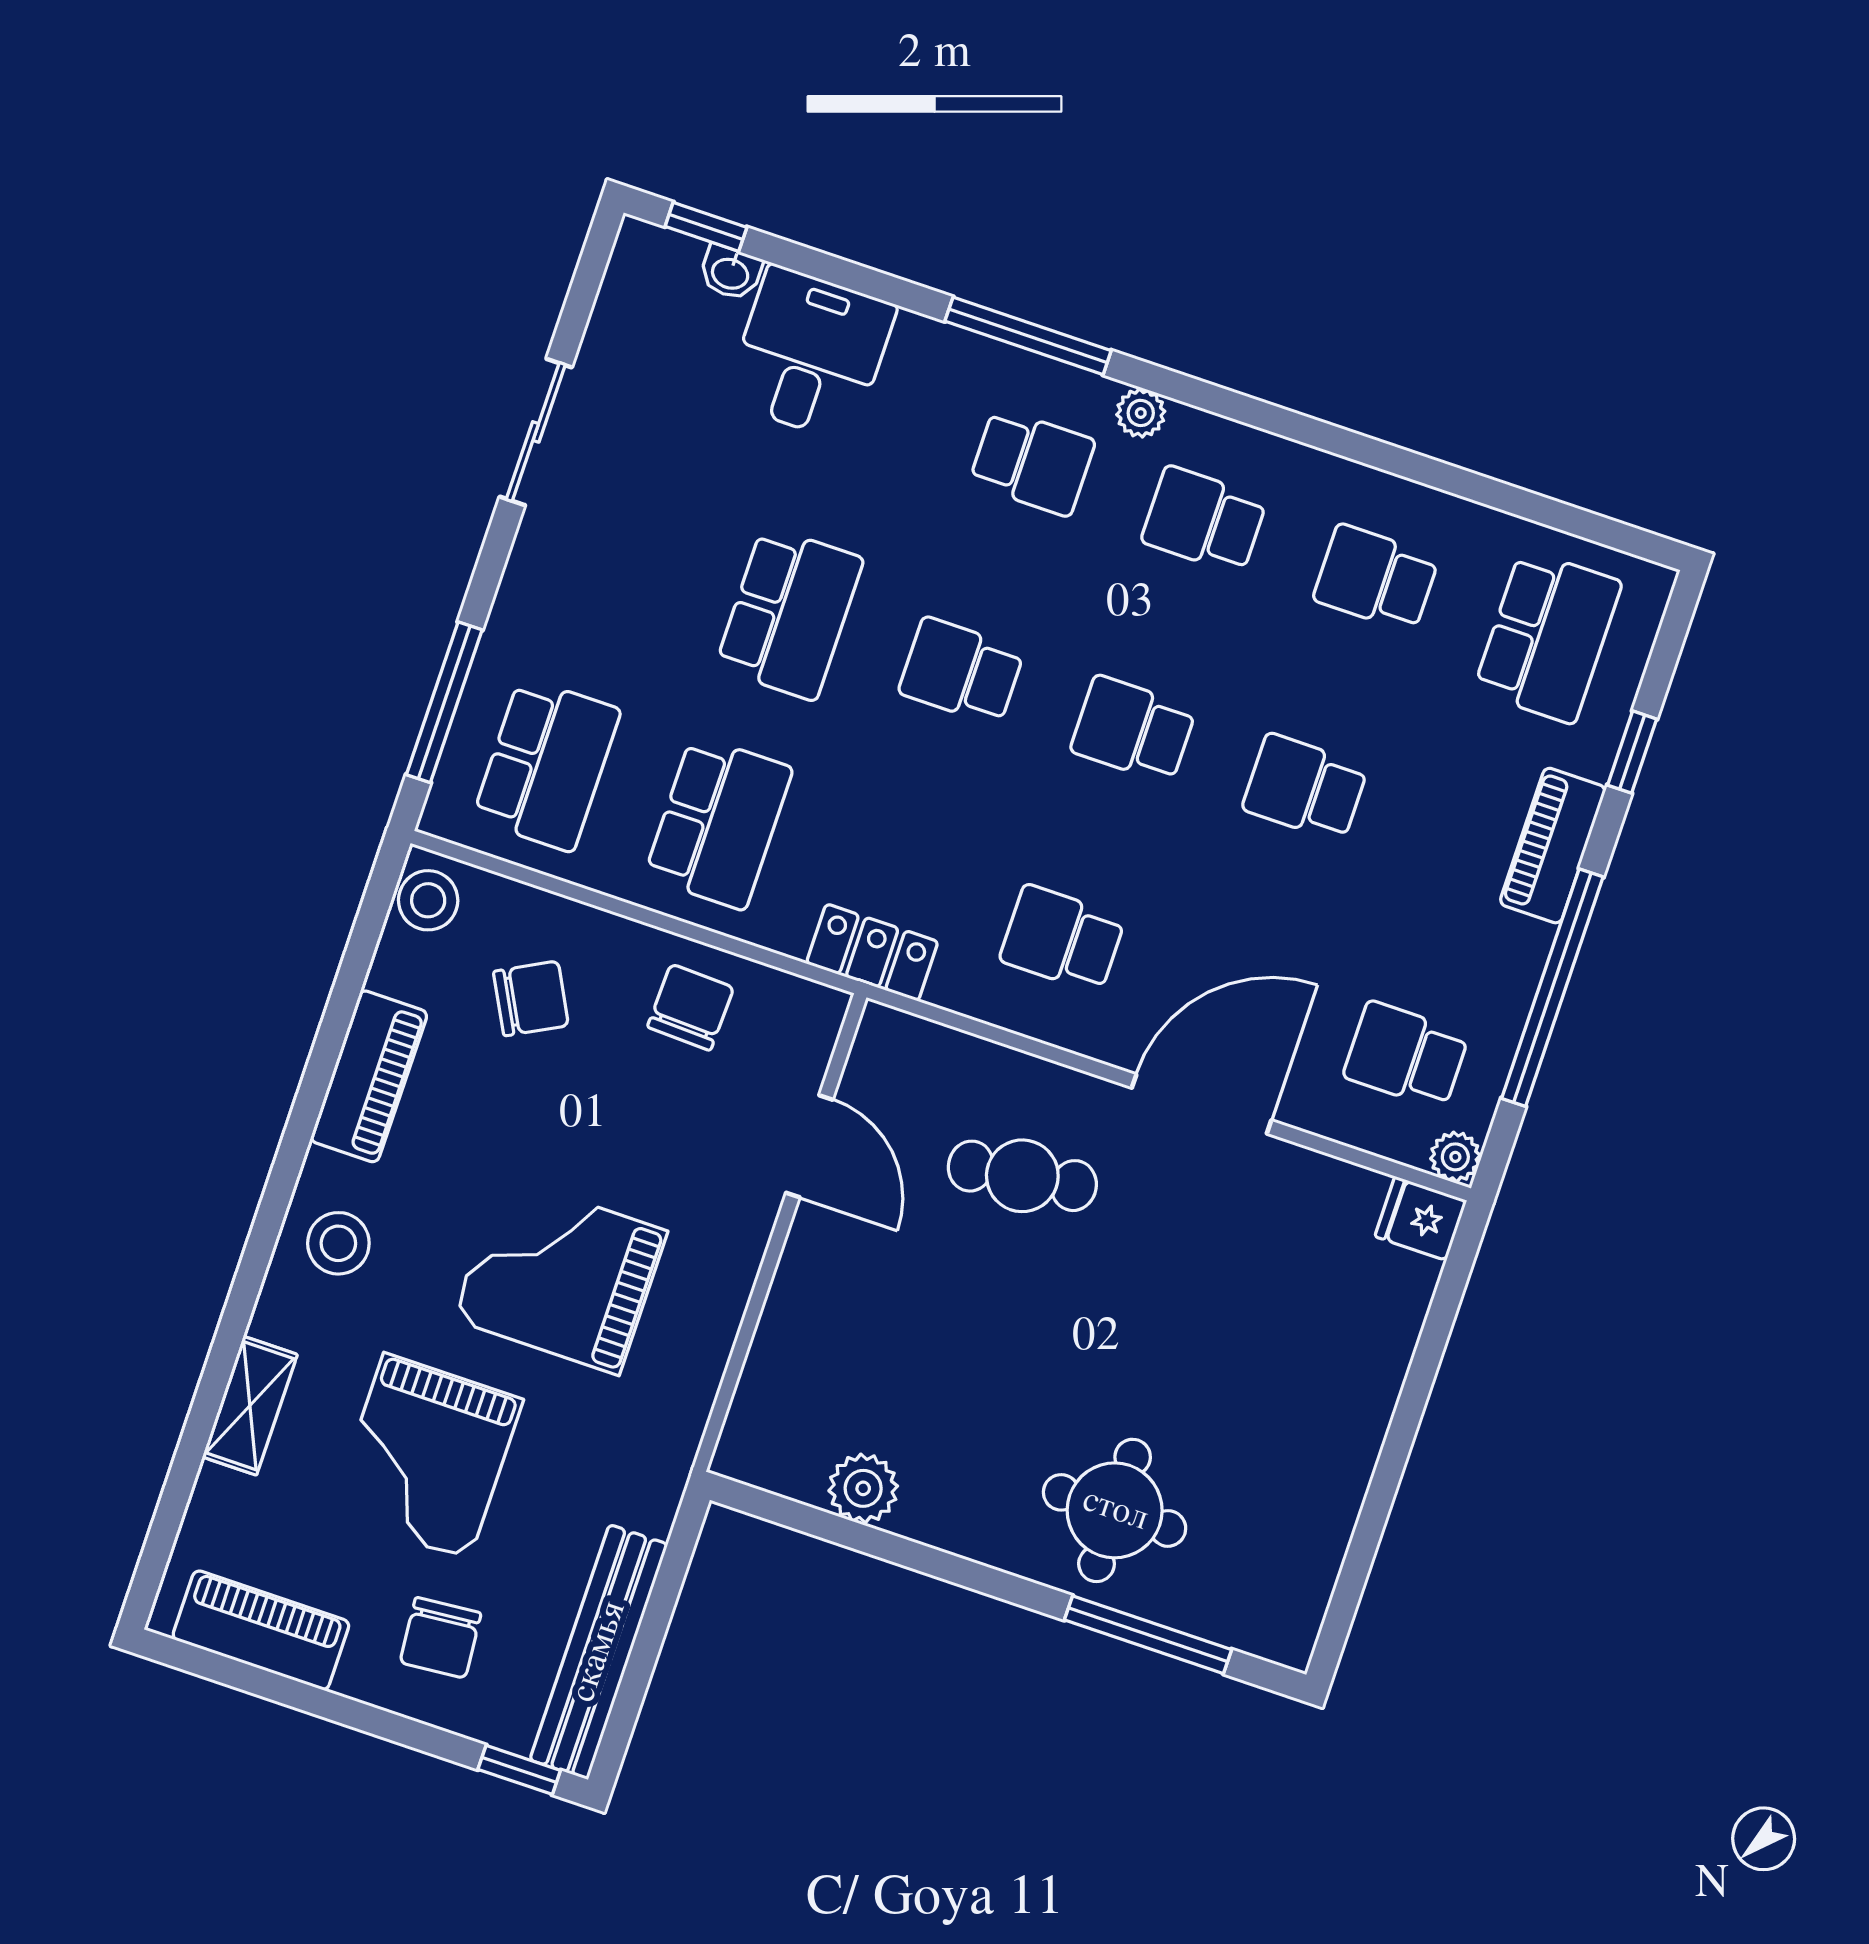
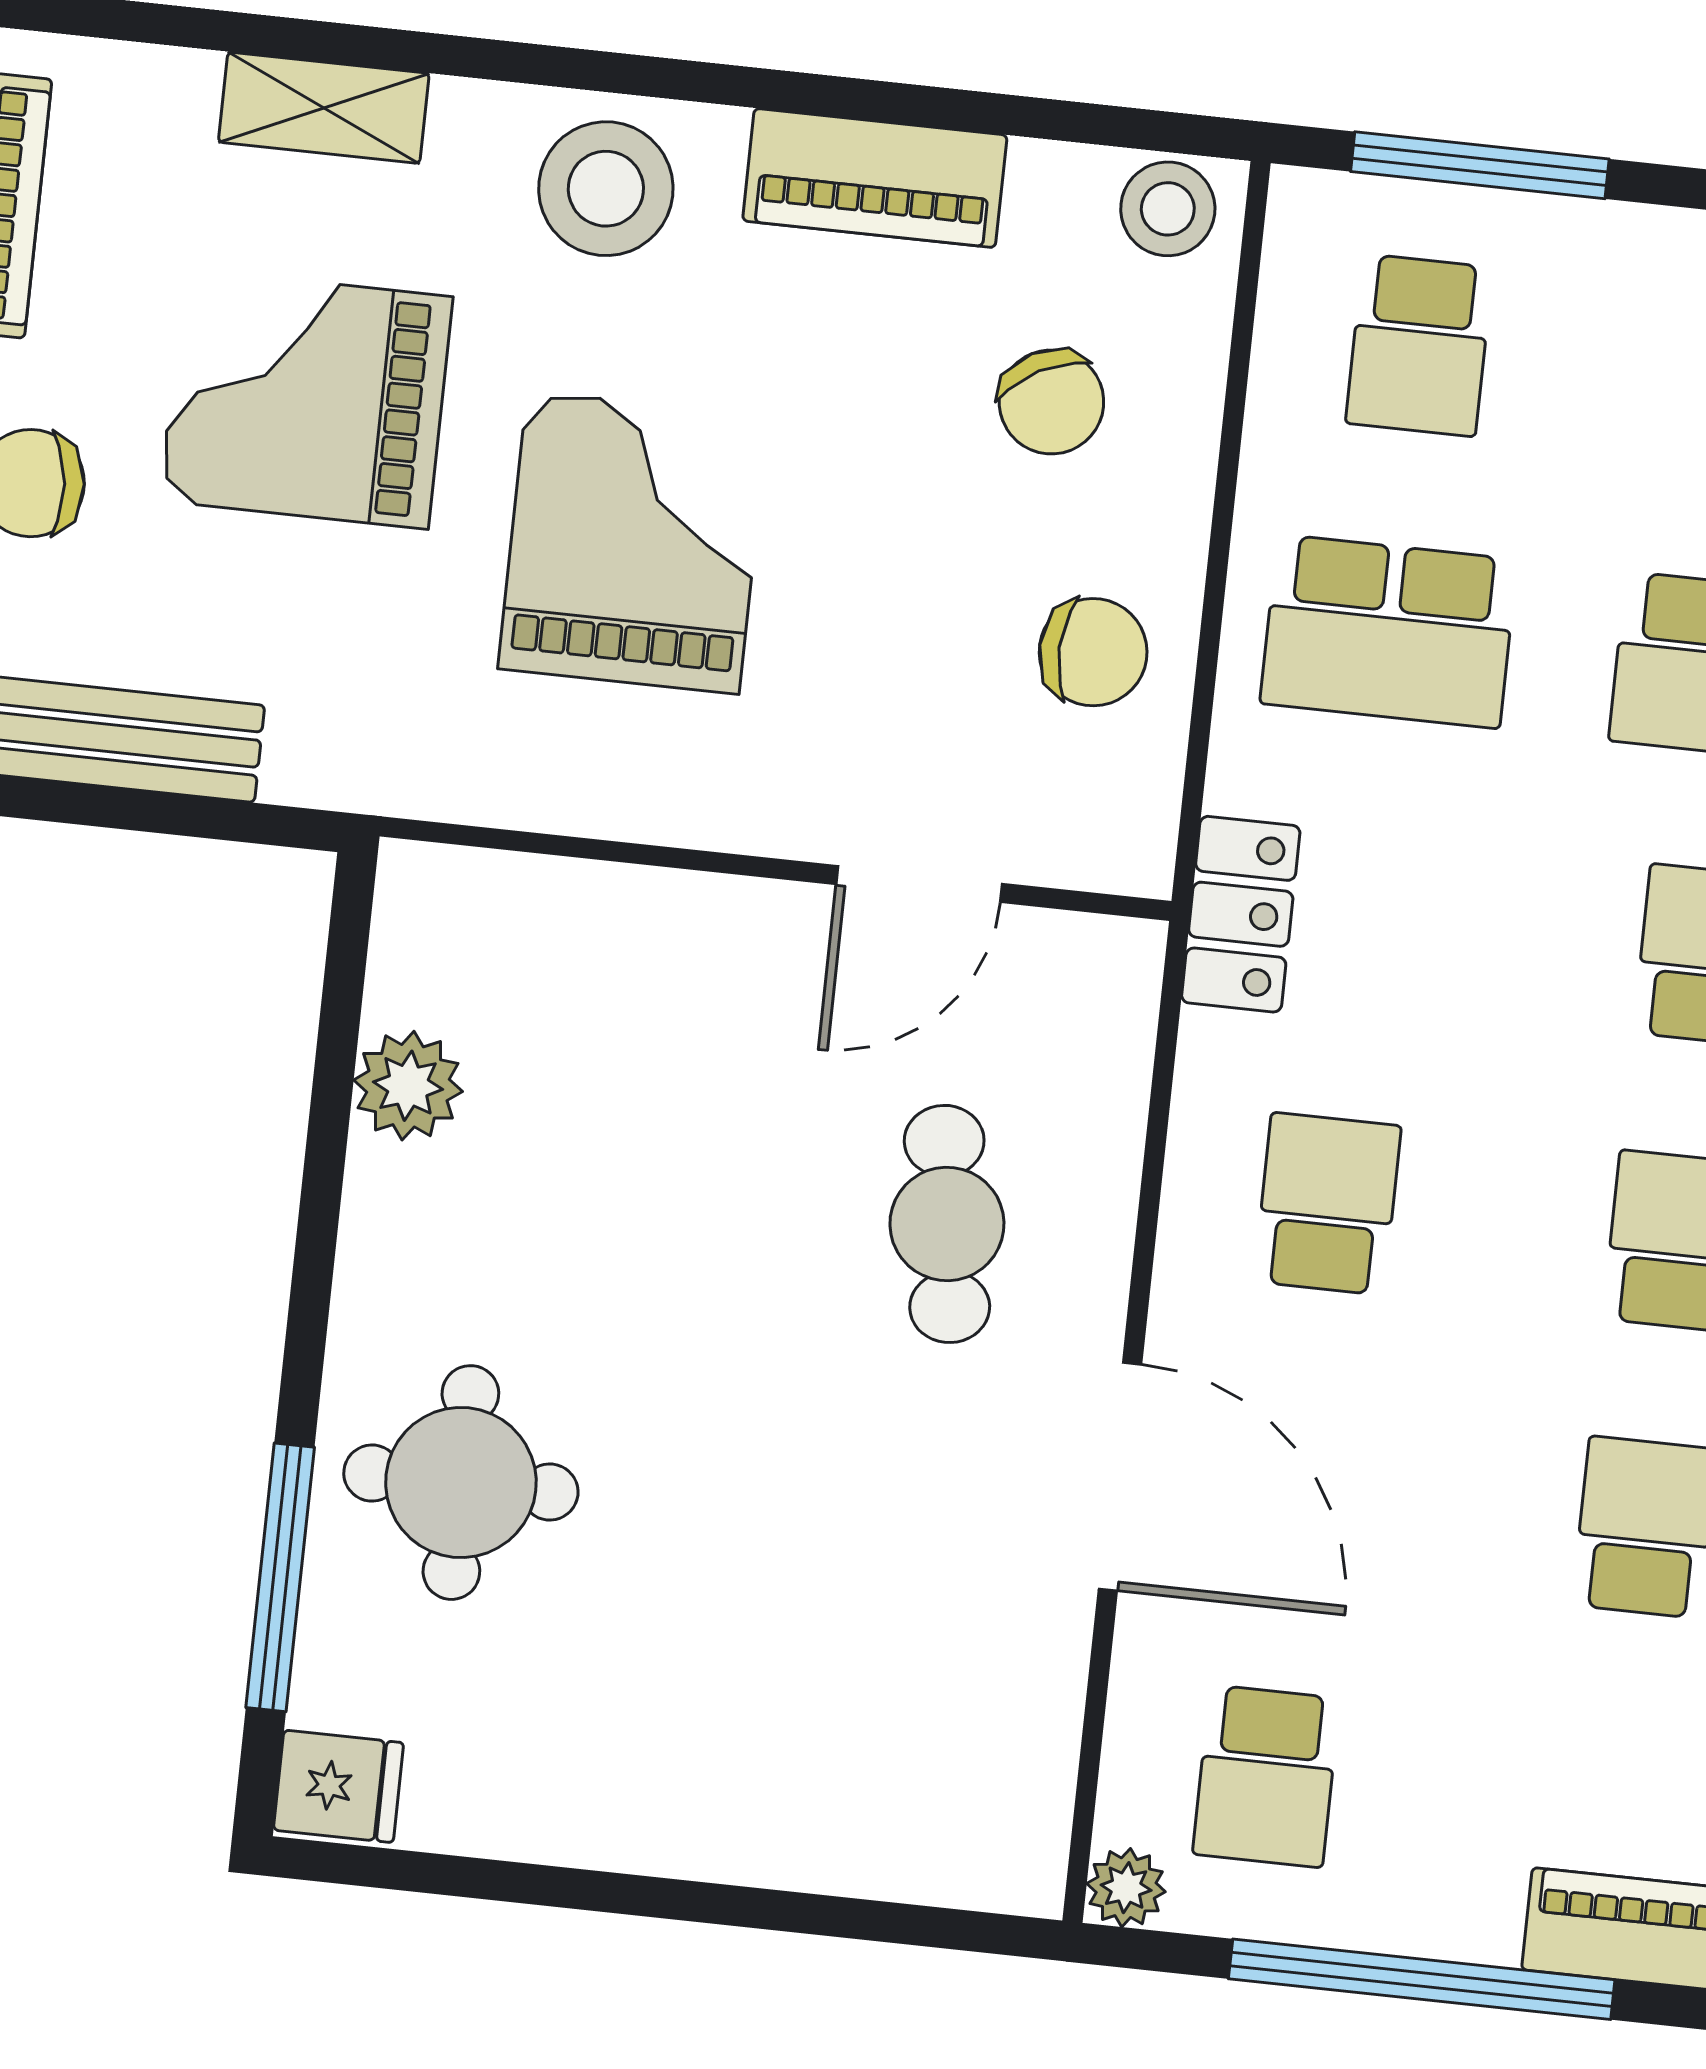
school desk: (547, 764) -> (1419, 345), width x0.54
school desk: (1406, 1055) -> (1266, 1776), turned 180
fridge: (1421, 1218) -> (339, 1786), moved, turned 90
stool: (338, 1243) -> (606, 189), width x1.38, depth x1.38

